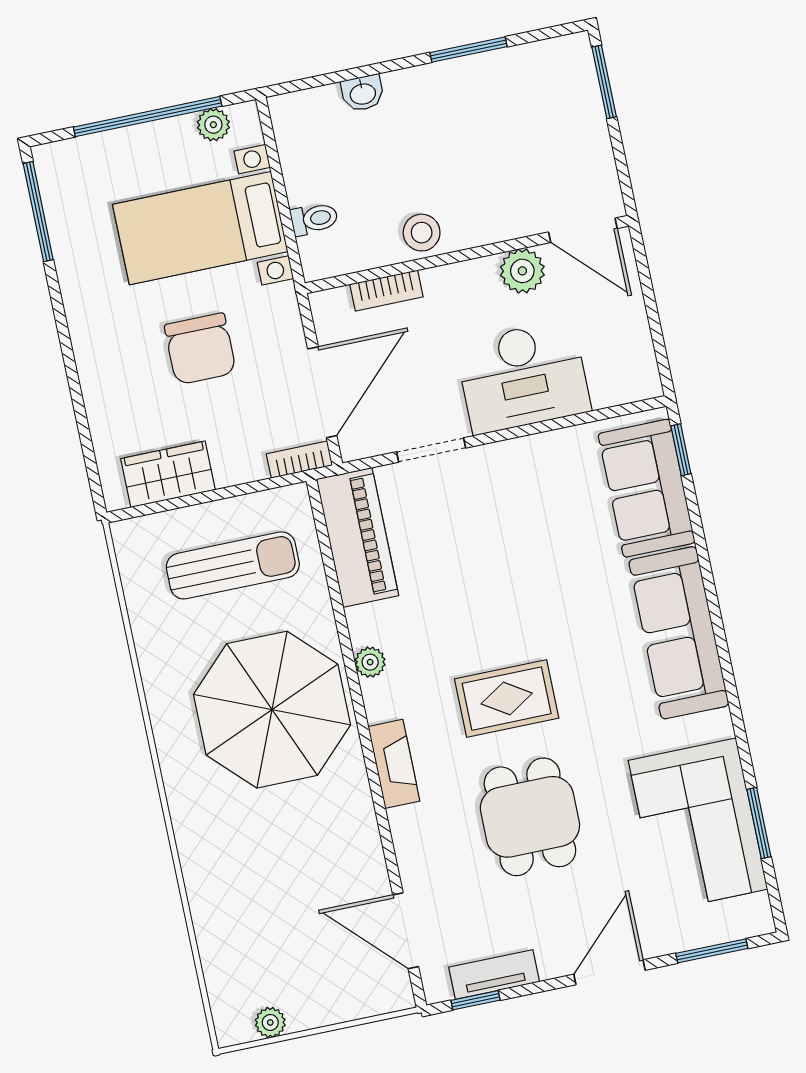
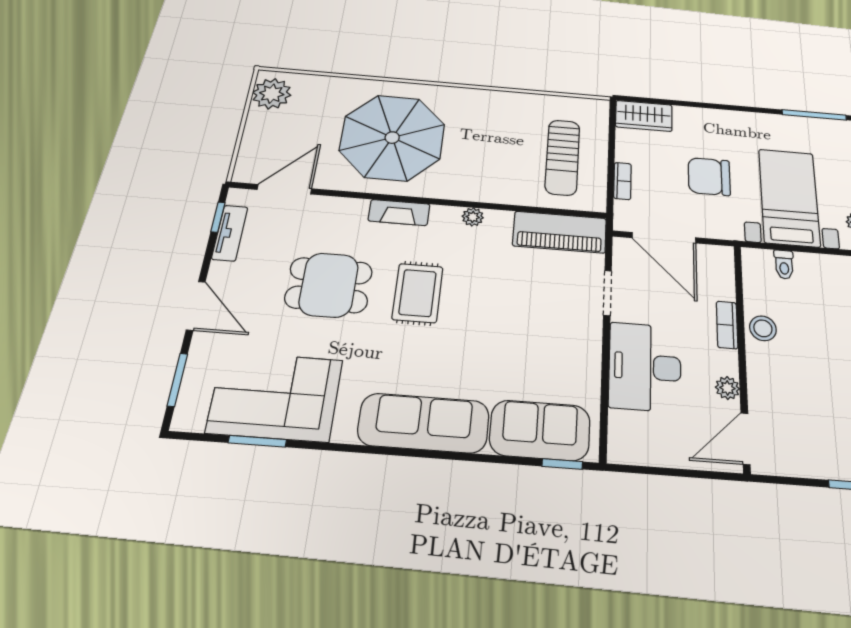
plant: (522, 271) -> (727, 388), width x0.73, depth x0.73
bookcase: (386, 291) -> (727, 325), moved
bookcase: (299, 460) -> (622, 181), moved
wardrobe: (168, 474) -> (644, 116), moved, turned 90
parasol: (272, 710) -> (392, 138), moved
plant: (270, 1022) -> (272, 94), width x1.88, depth x1.88

